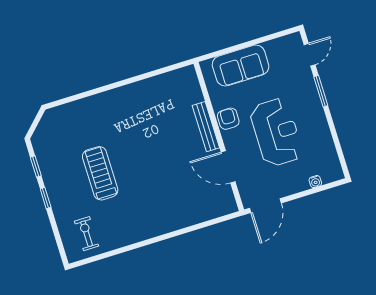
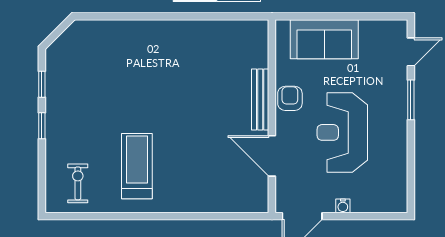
reception desk: (276, 132) -> (342, 132), turned 180
treadmill: (100, 173) -> (137, 166), moved
water cooler: (315, 182) -> (343, 206), moved

